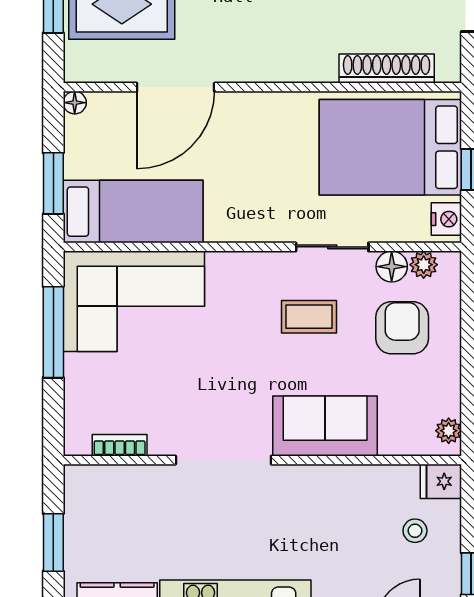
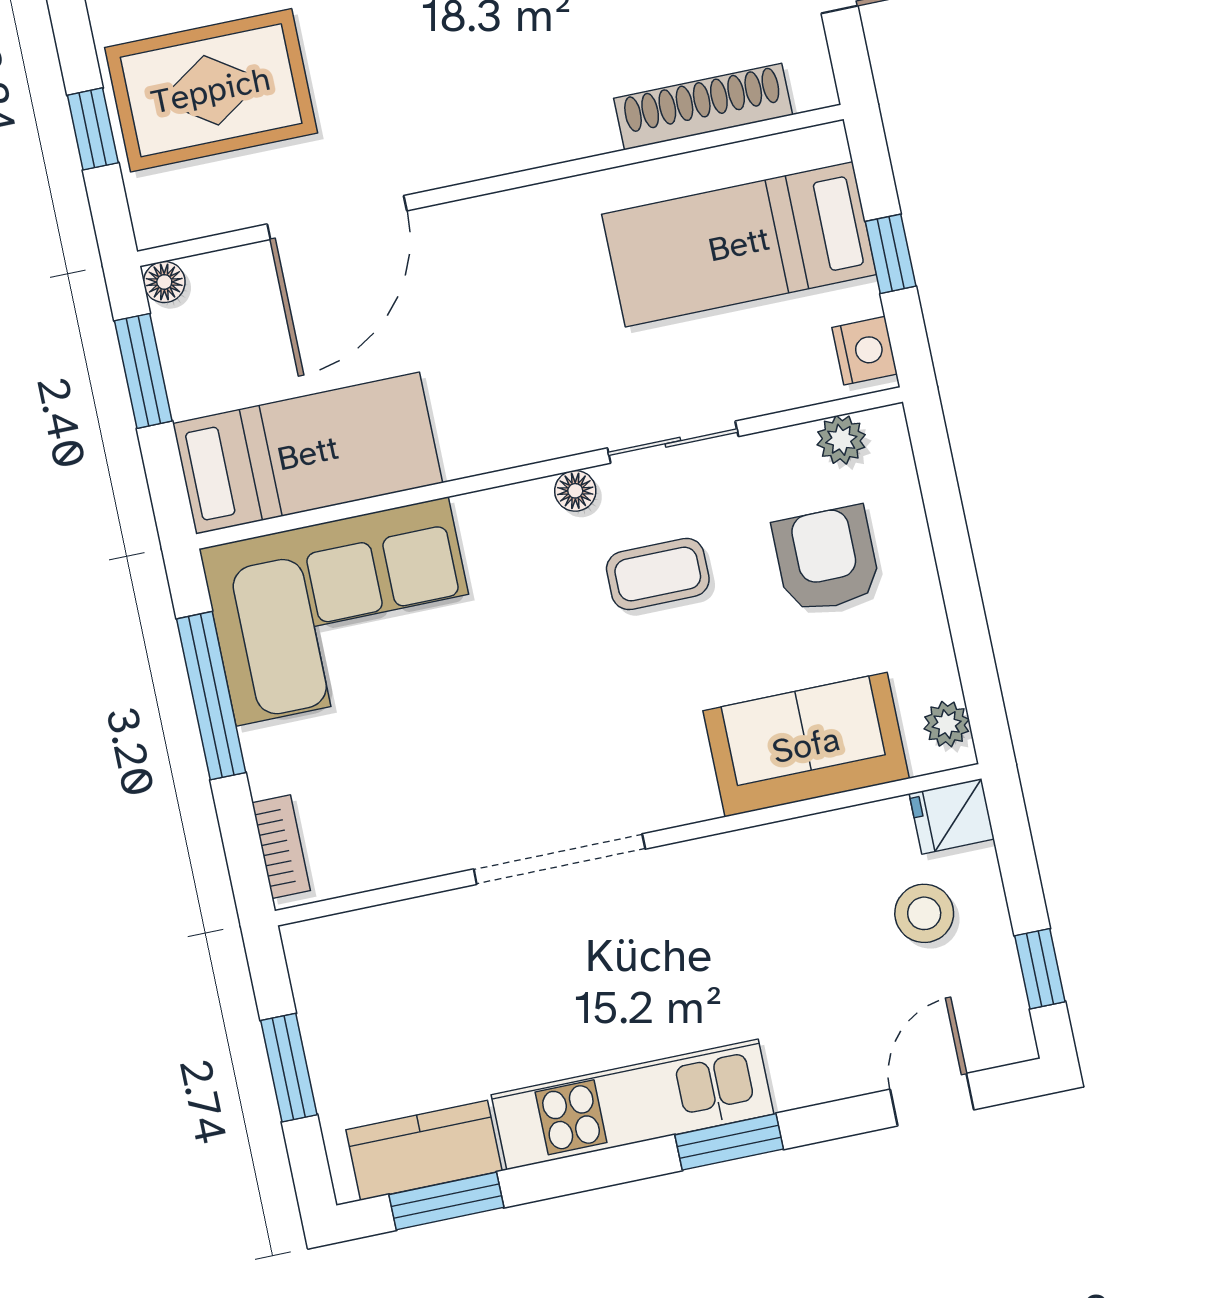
bed: (390, 147) -> (739, 244), width x0.67
window: (53, 183) -> (143, 371), moved
floor lamp: (392, 267) -> (575, 491), moved, width x0.73, depth x0.73
sofa: (325, 426) -> (806, 745), moved
bookcase: (120, 445) -> (281, 847), moved, turned 90
stool: (415, 531) -> (924, 913), width x1.37, depth x1.37

